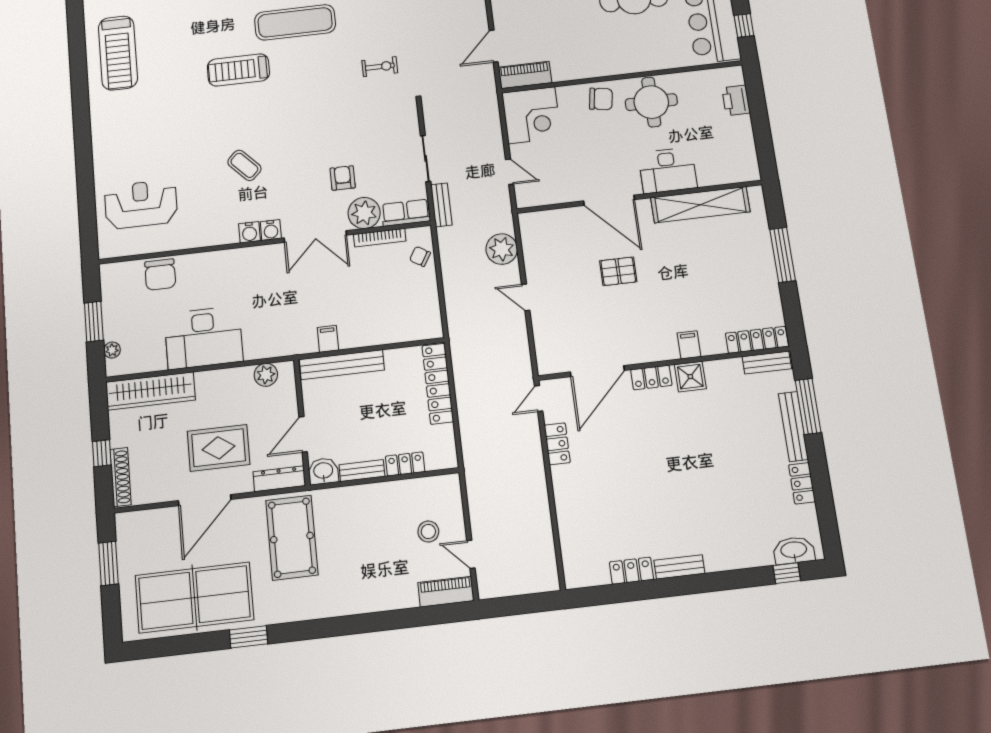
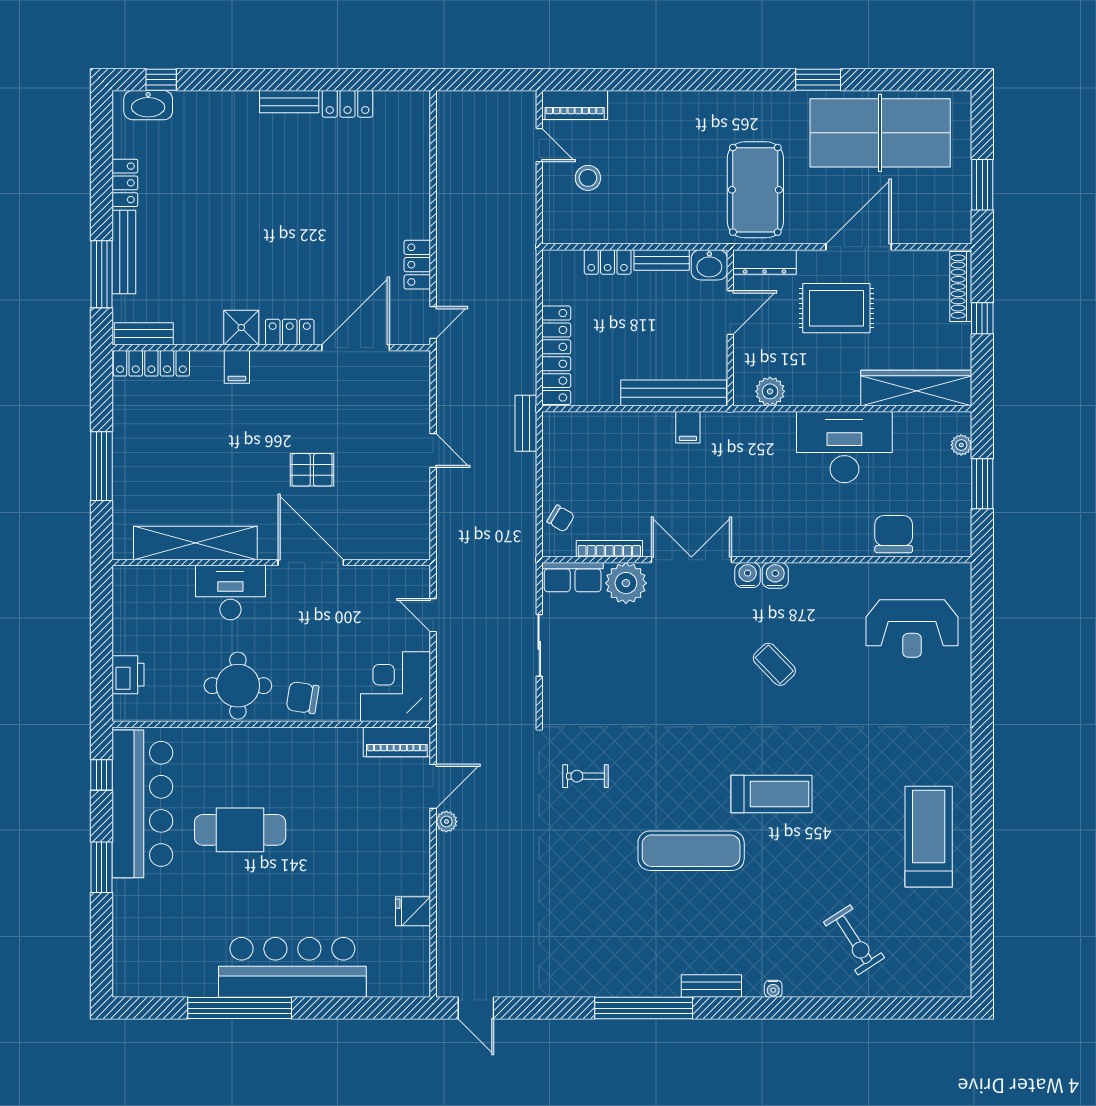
armchair: (343, 178) -> (649, 632), removed
bench: (441, 205) -> (526, 423), moved
plant: (502, 249) -> (446, 822), moved, width x0.53, depth x0.53

